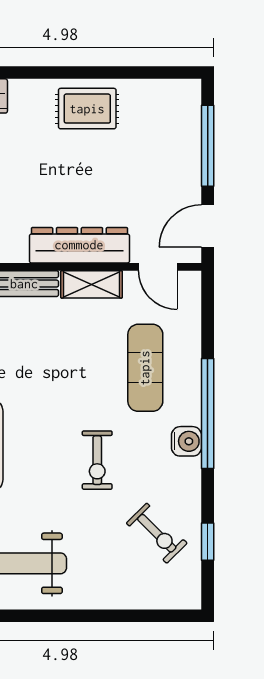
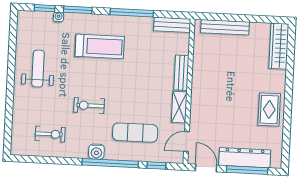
dresser: (79, 245) -> (245, 158), moved, turned -90
exercise bike: (157, 533) -> (50, 134), turned -135
window: (208, 542) -> (156, 166), moved

